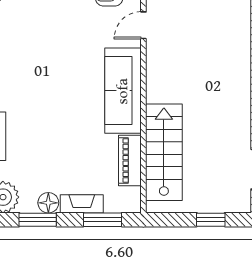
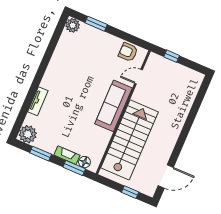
stairs: (164, 152) -> (130, 140), width x1.36, depth x1.51
piano: (130, 160) -> (101, 143), removed
floor lamp: (48, 203) -> (84, 162), moved

